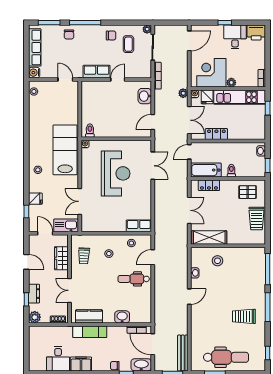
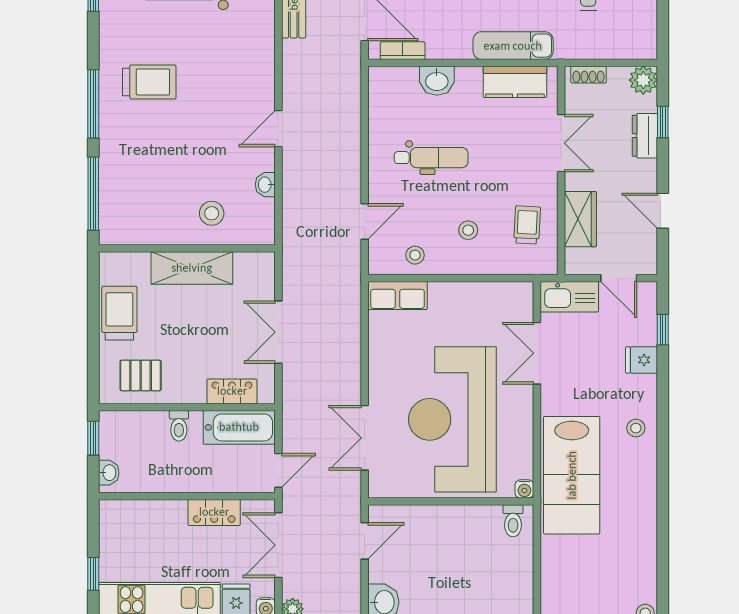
reception desk: (116, 173) -> (452, 419), width x1.36, depth x1.30
double door: (80, 201) -> (537, 353), swing flipped
shelving: (209, 238) -> (192, 268), moved
dental chair: (134, 279) -> (431, 158), moved

